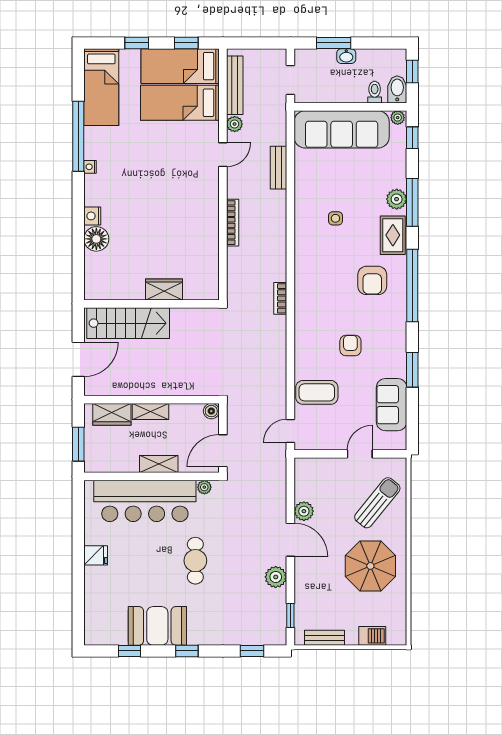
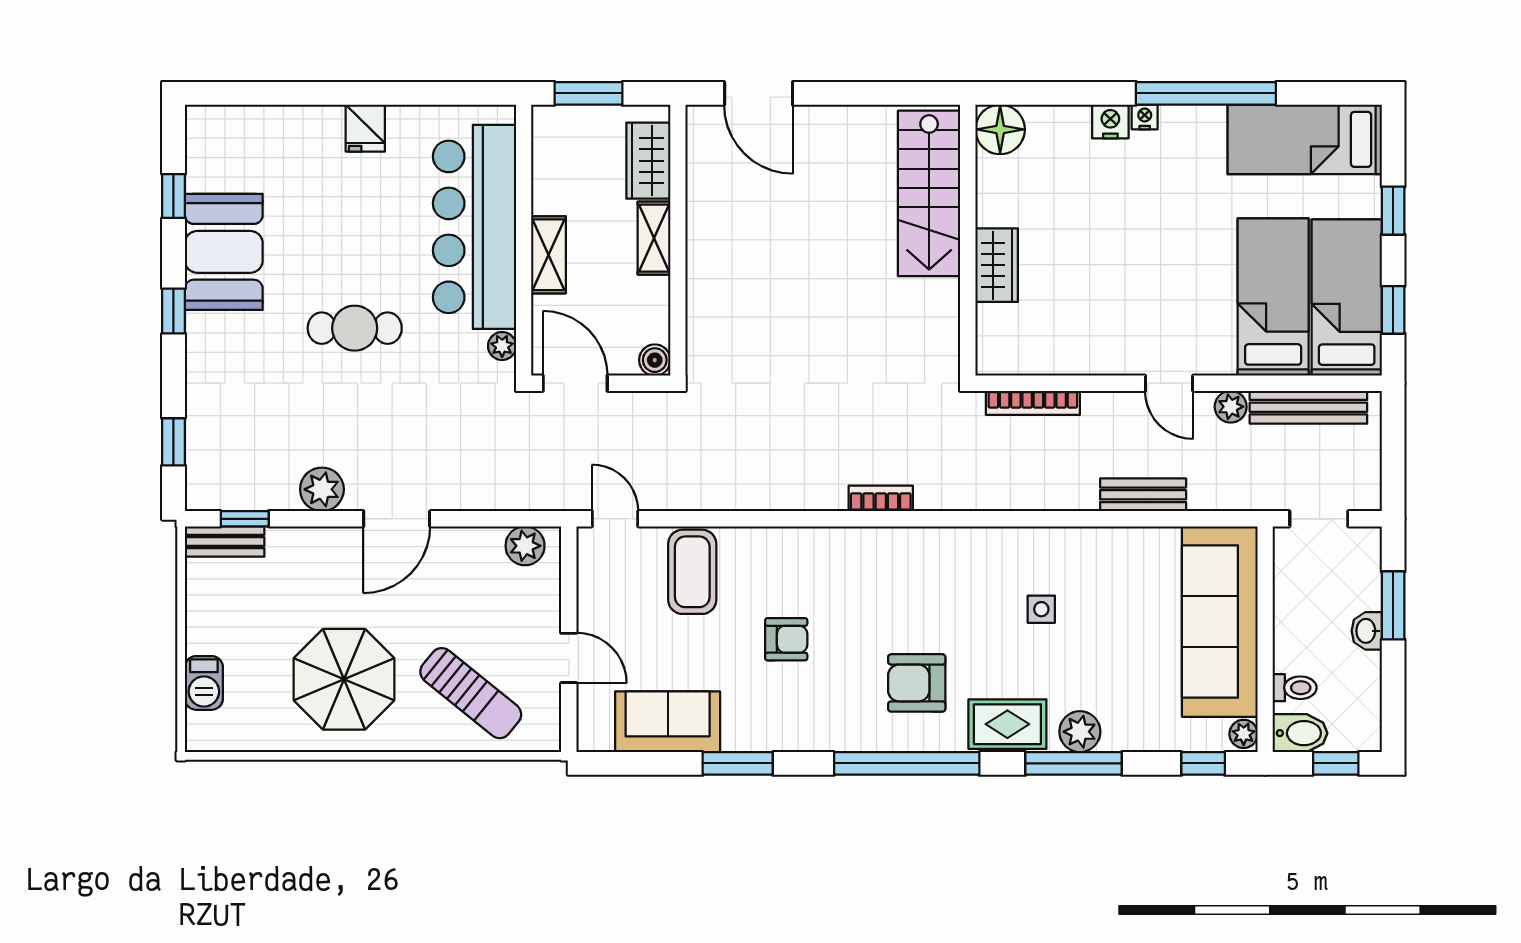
nightstand: (92, 216) -> (1110, 121), moved
wardrobe: (164, 289) -> (997, 265), moved
wall: (152, 304) -> (968, 240), moved
stairs: (128, 323) -> (929, 193), moved
plant: (304, 511) -> (525, 546), moved
bench: (325, 638) -> (225, 542), moved, turned 90

